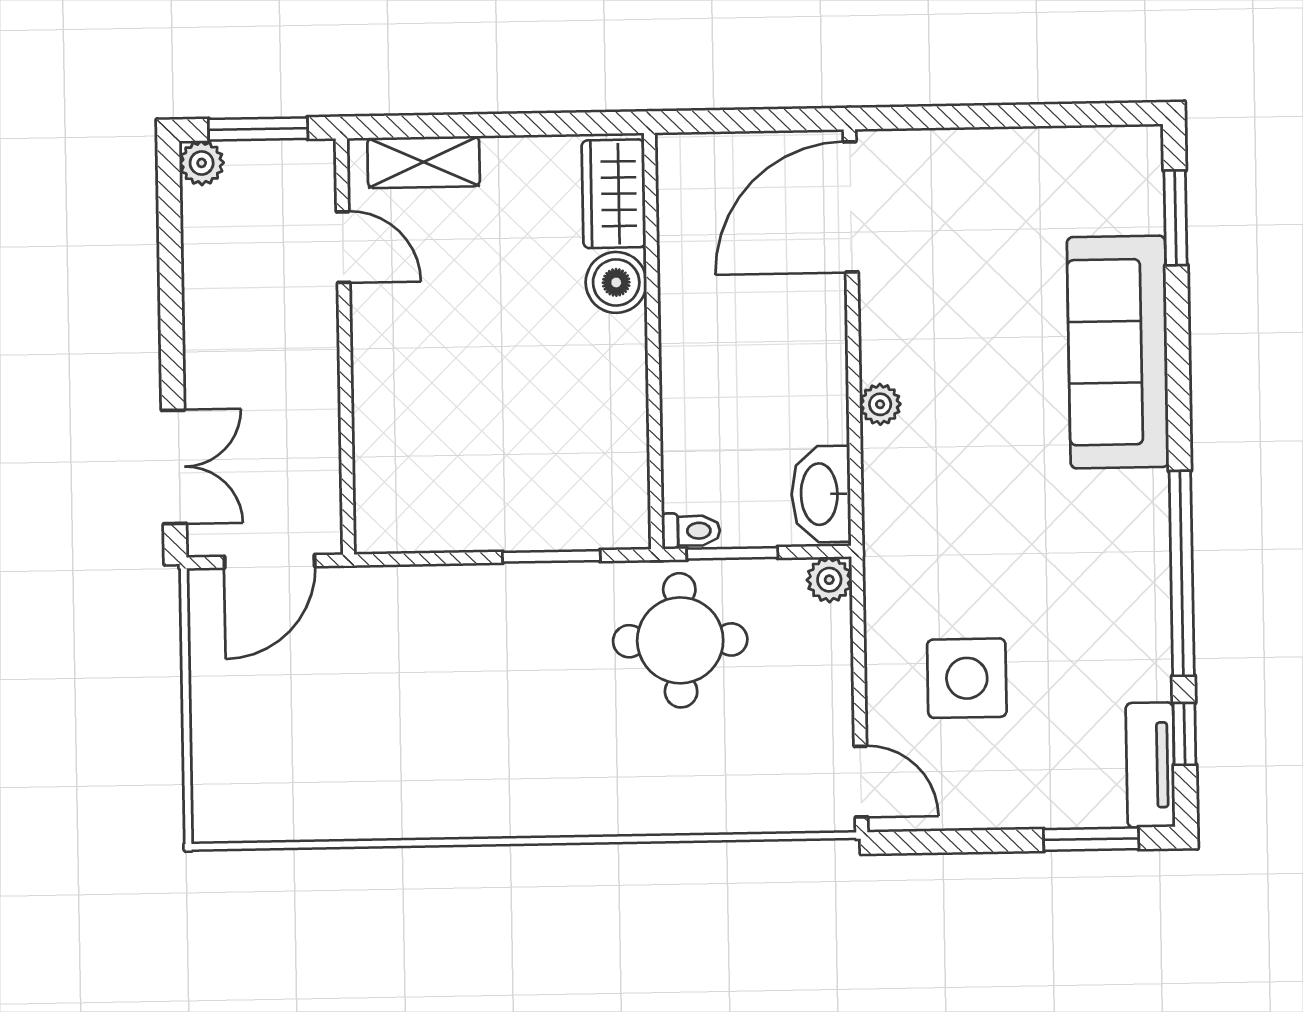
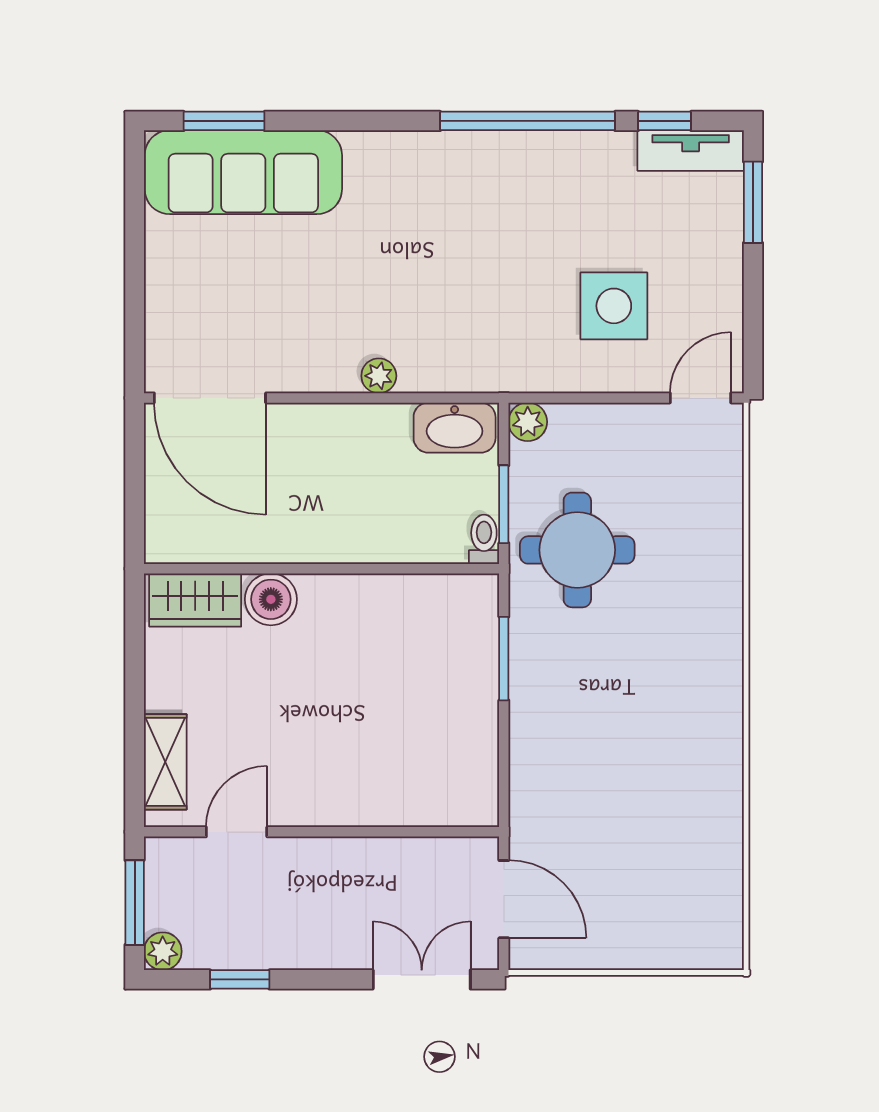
window: (170, 254) -> (240, 979), added
sofa: (1118, 352) -> (243, 172), moved

